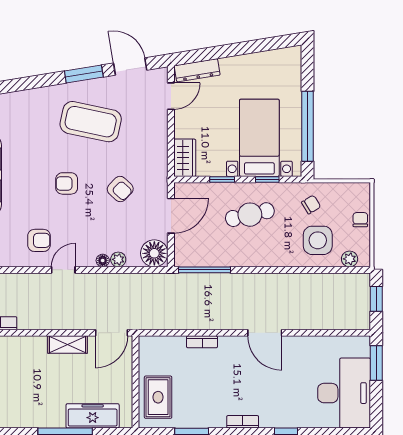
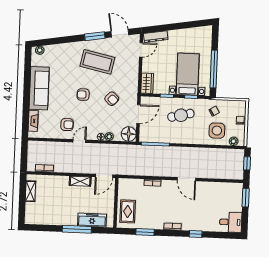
desk: (344, 393) -> (231, 222), width x0.53, depth x0.77

